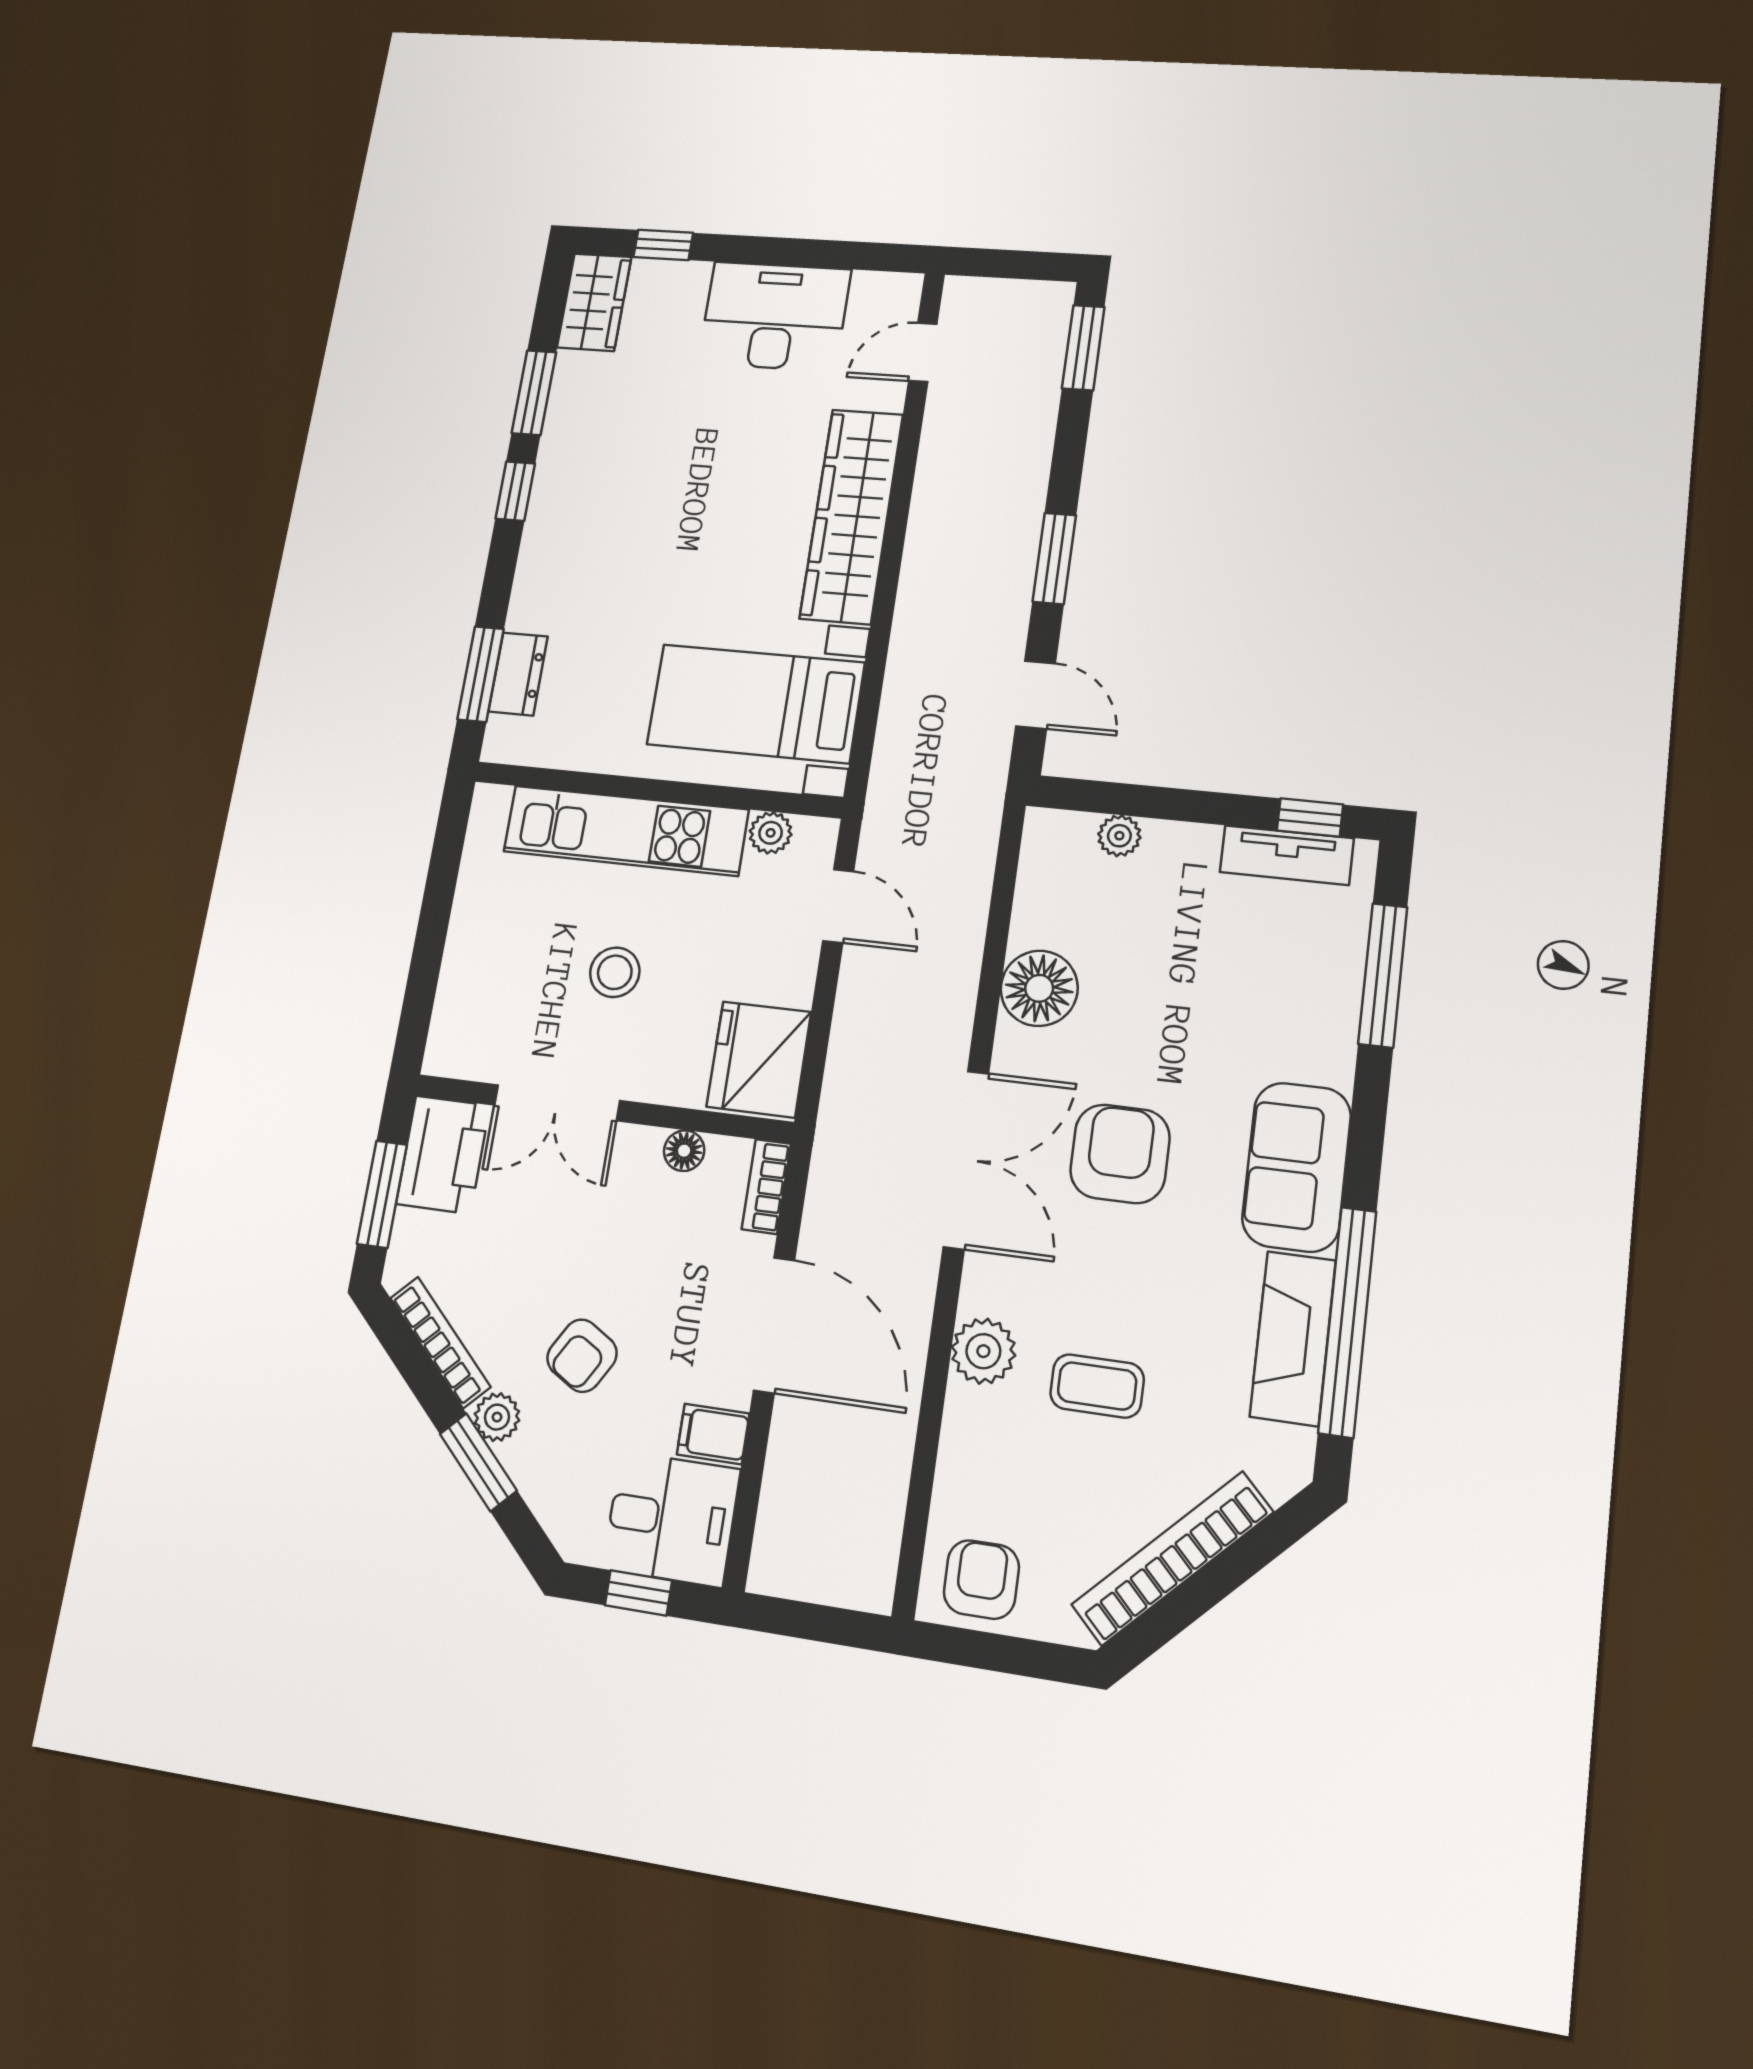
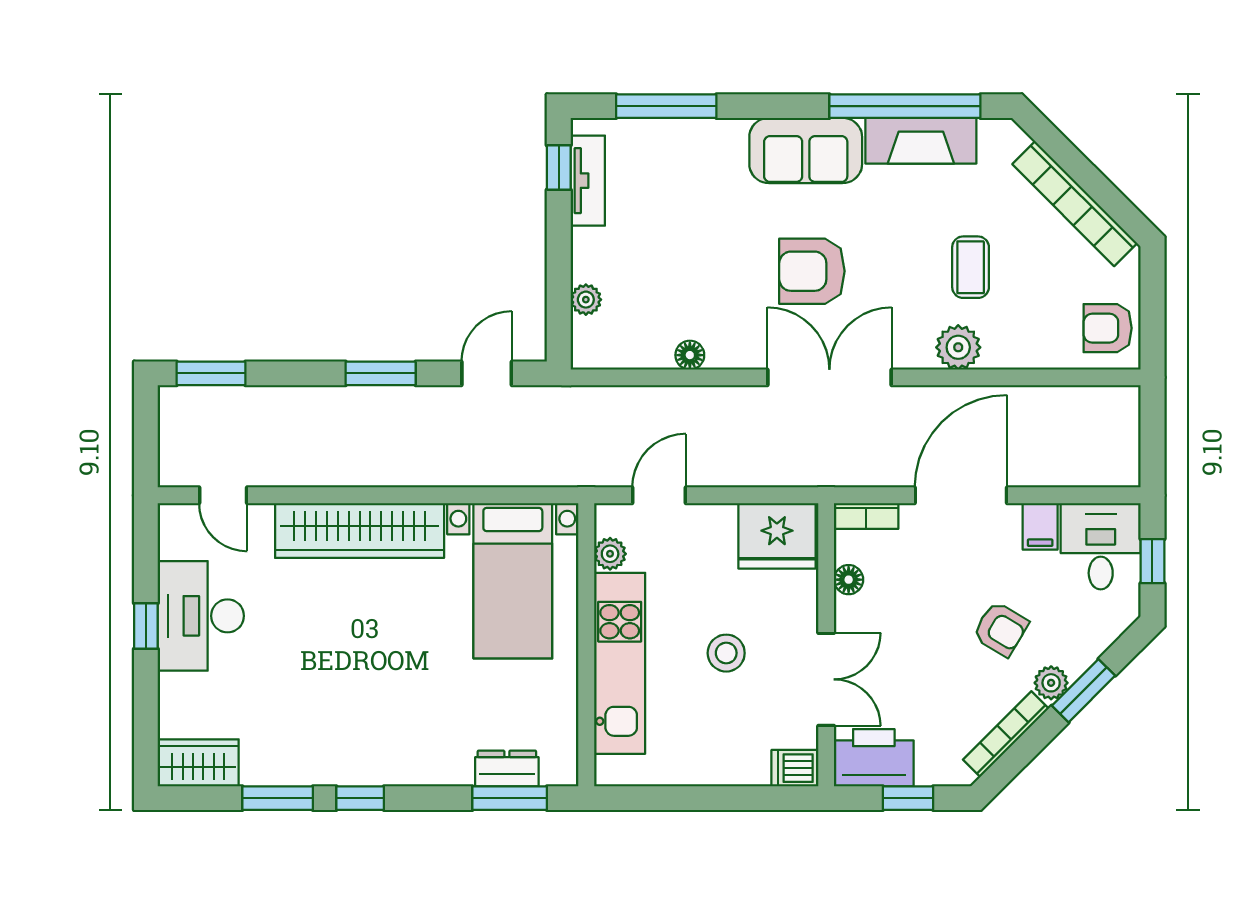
window: (663, 245) -> (146, 626), moved
floor lamp: (1039, 988) -> (690, 355), width x0.53, depth x0.53
dishwasher: (449, 1046) -> (795, 768), added
window: (382, 1194) -> (908, 798), width x0.67

